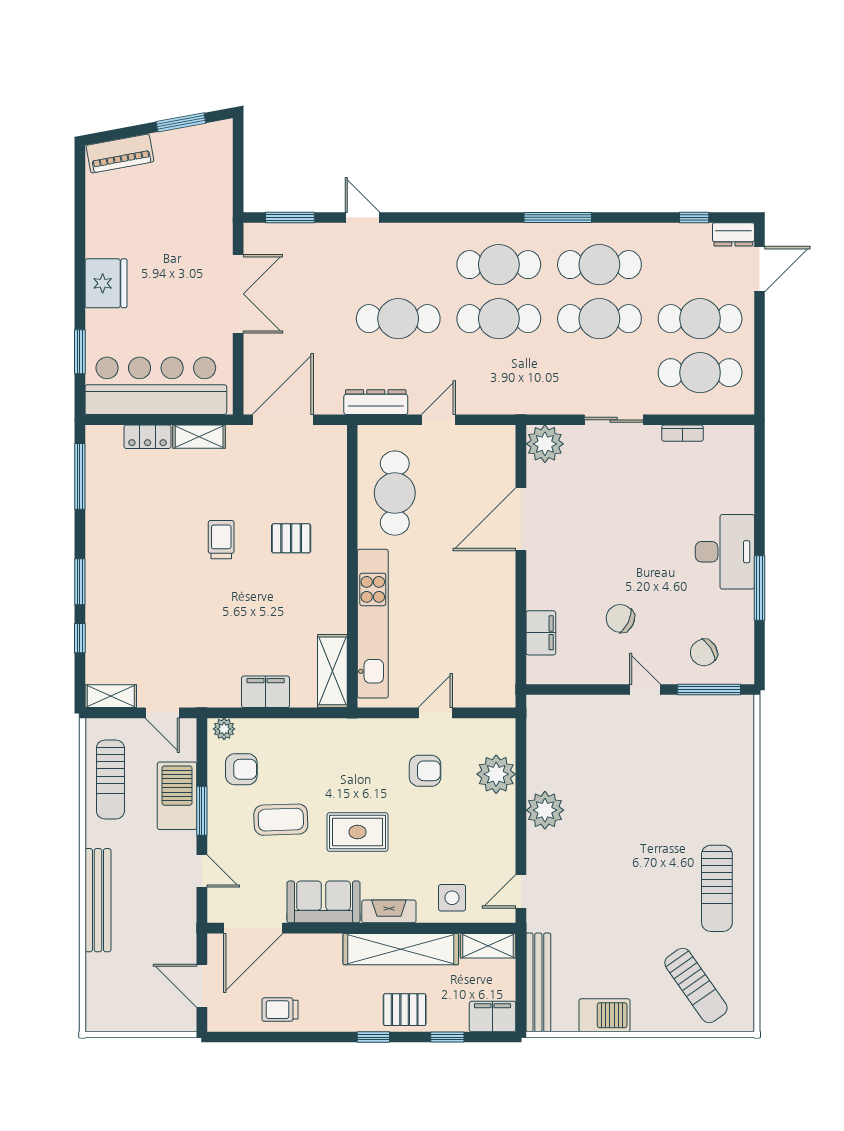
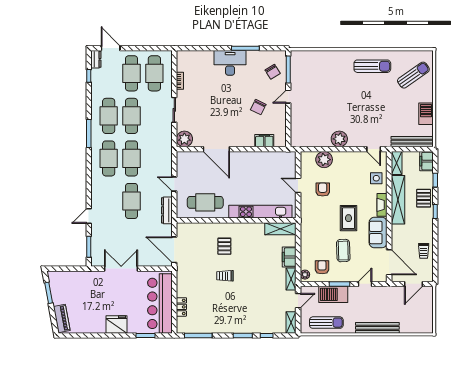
shelving: (199, 437) -> (291, 279), moved

